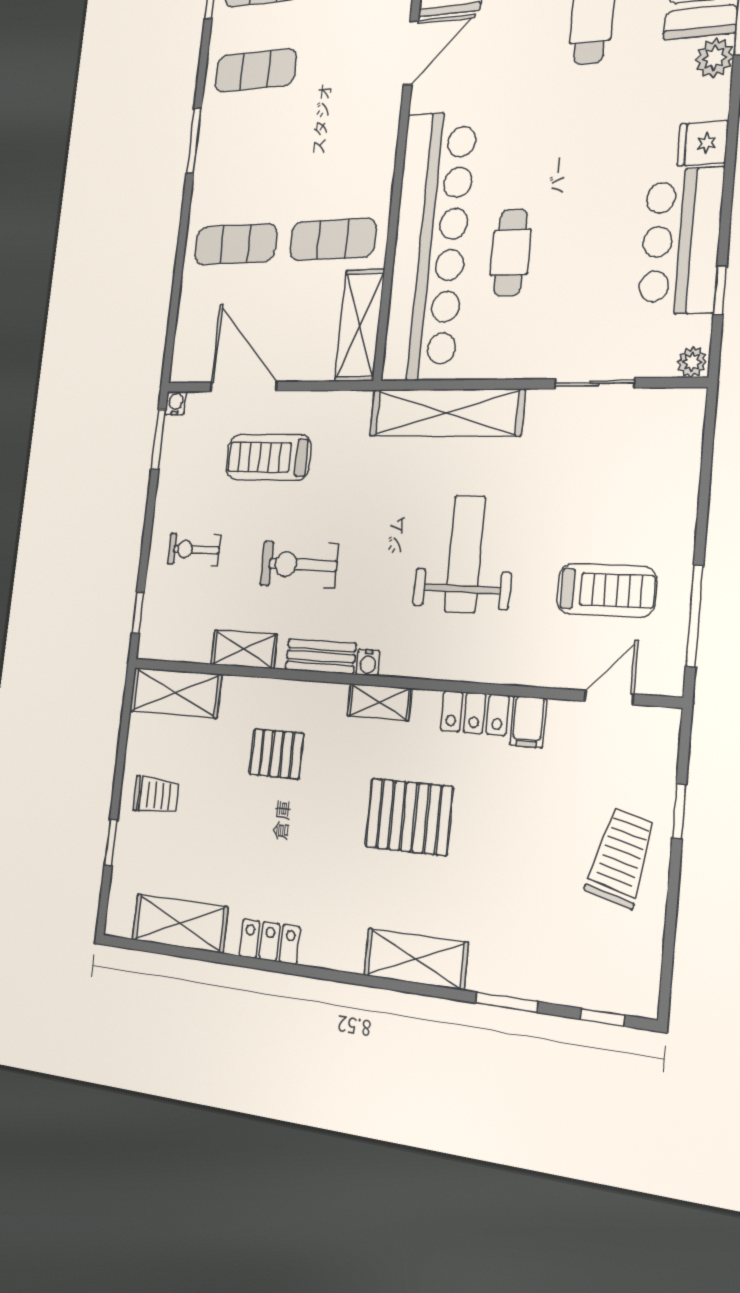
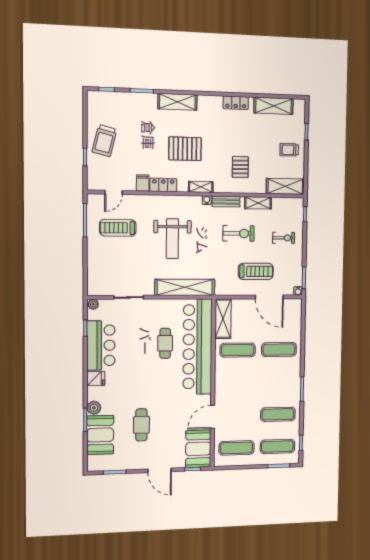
pallet: (277, 754) -> (240, 167), turned 90

